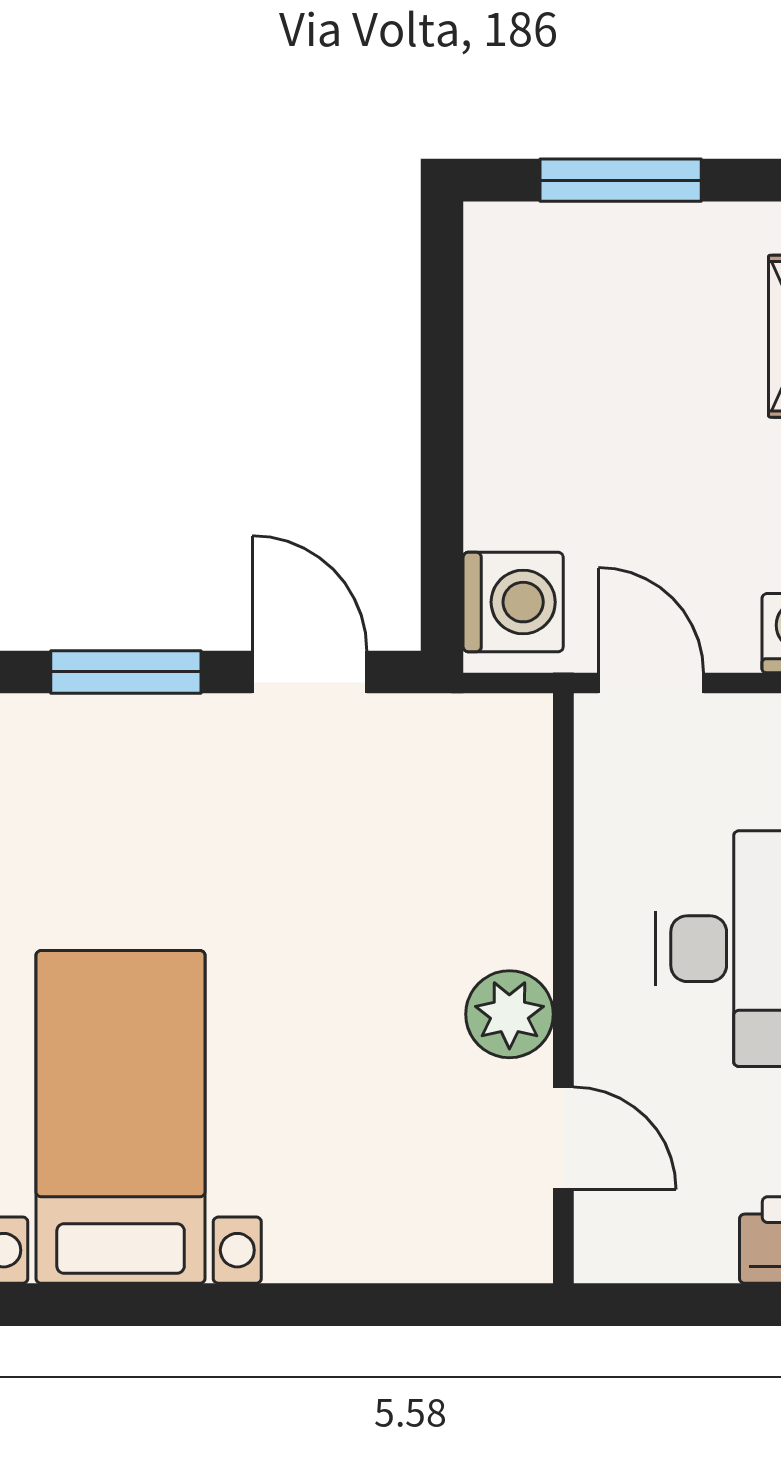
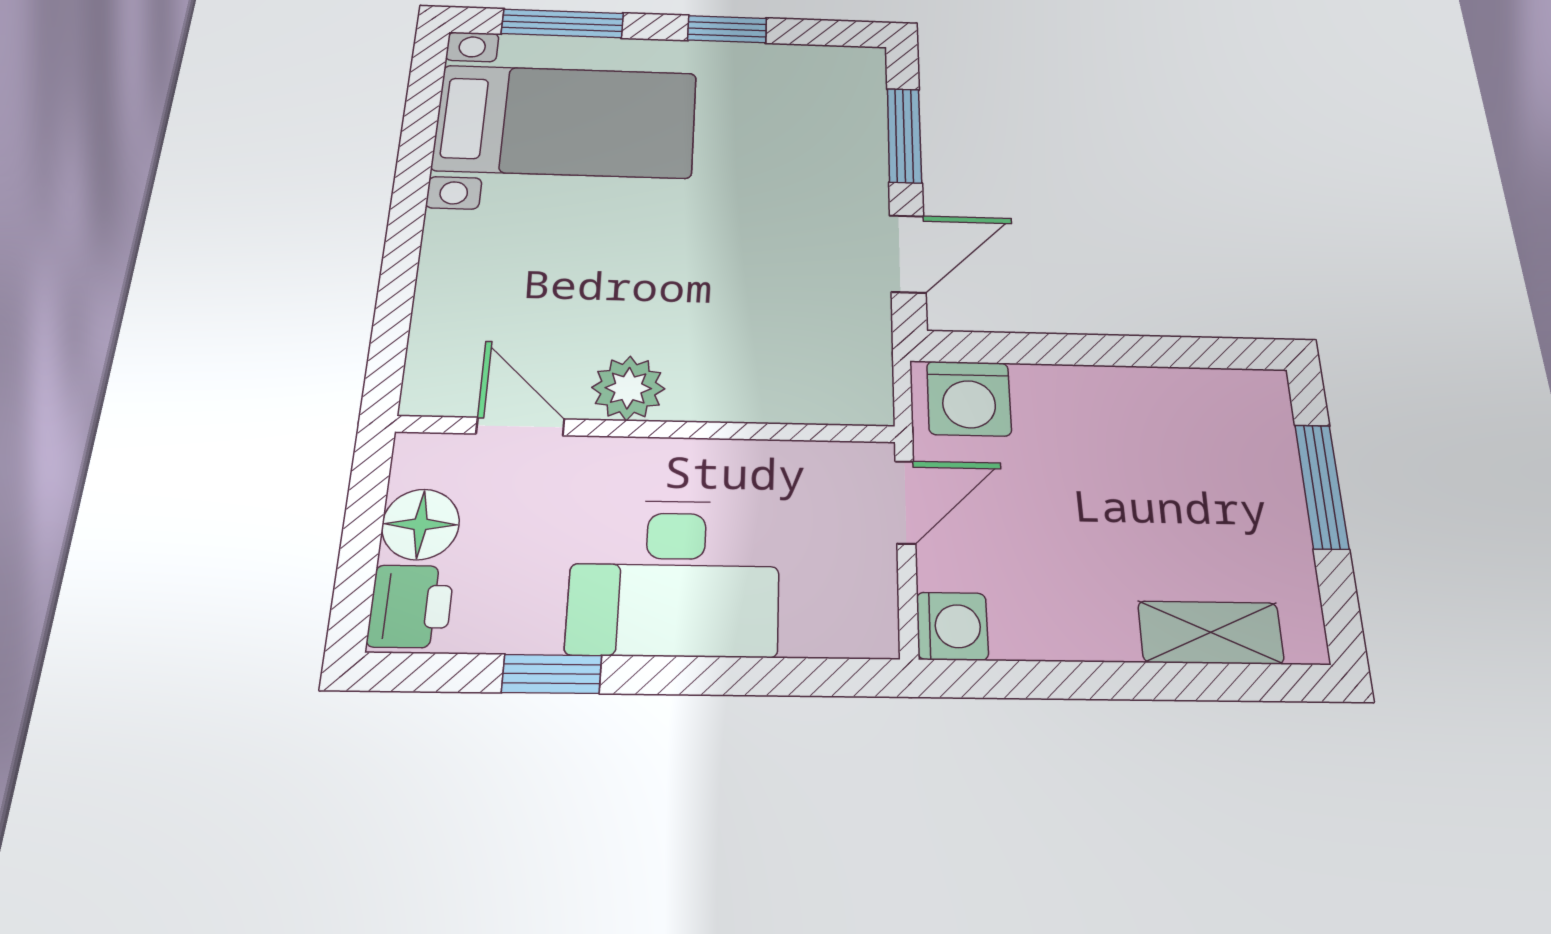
door: (563, 1138) -> (520, 426), swing flipped
floor lamp: (689, 1240) -> (421, 524), added

